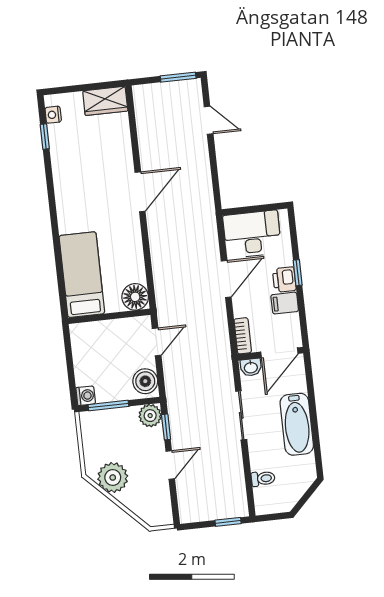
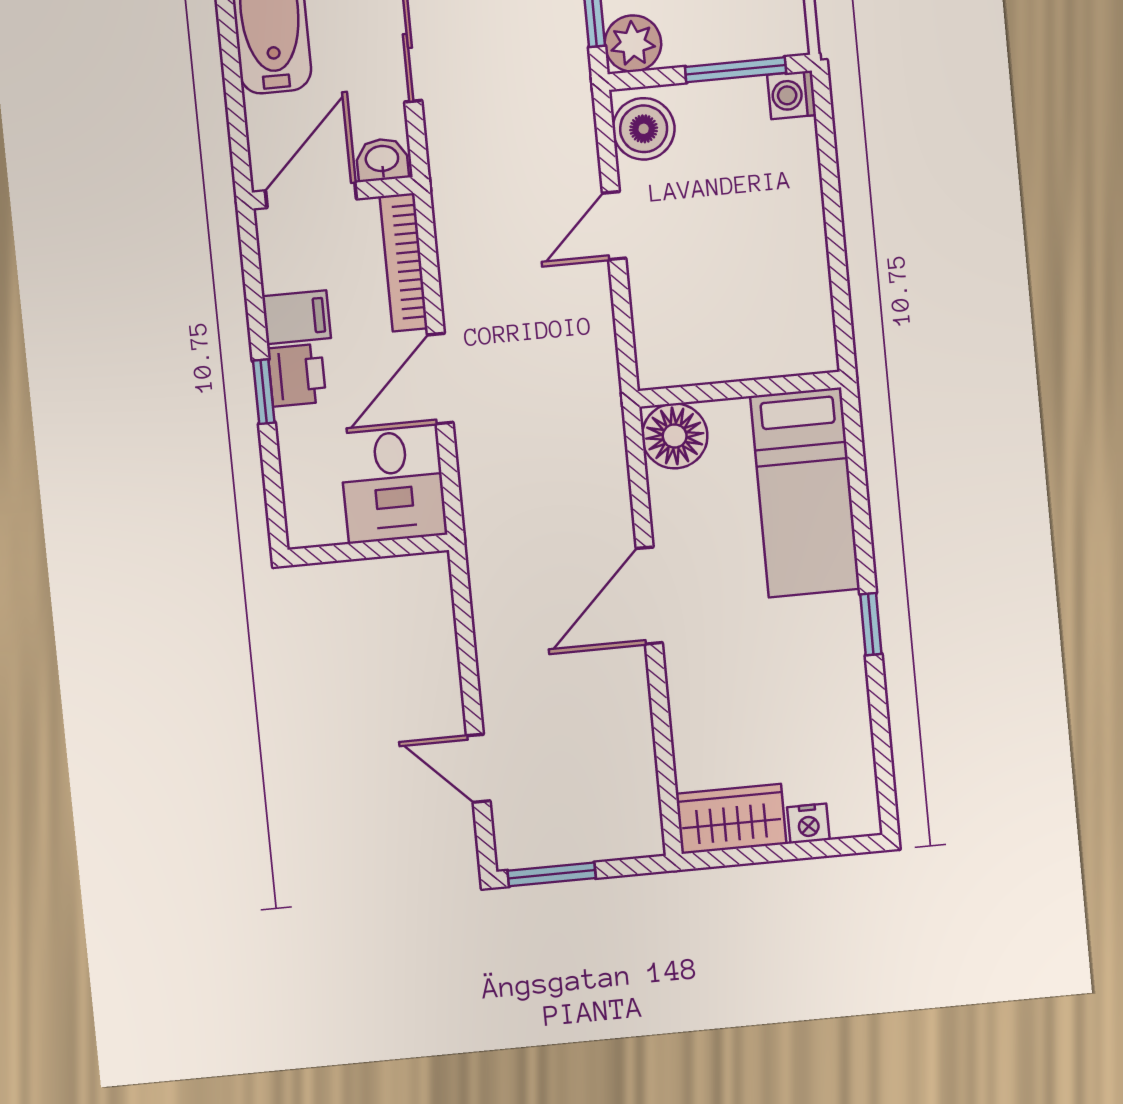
nightstand: (53, 115) -> (808, 824), moved, turned 90
window: (45, 137) -> (871, 624), moved
desk: (252, 234) -> (393, 486), width x0.73
bed: (82, 275) -> (805, 492), moved
floor lamp: (135, 297) -> (675, 436), moved
wall: (109, 316) -> (739, 389), moved
bookcase: (243, 336) -> (404, 262), width x1.56

